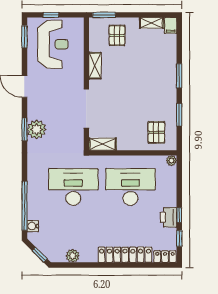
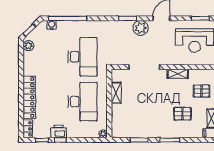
plant: (37, 129) -> (141, 28), moved
pallet: (156, 132) -> (182, 114), moved
shelving: (103, 144) -> (116, 93), moved
plant: (73, 256) -> (28, 46), moved

